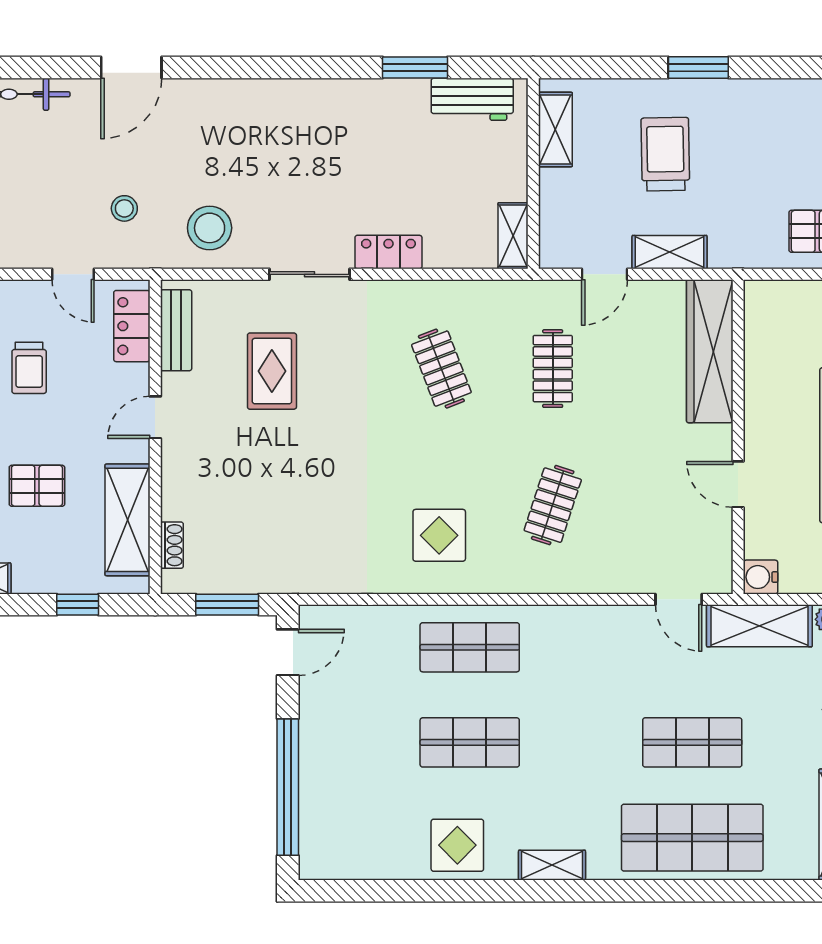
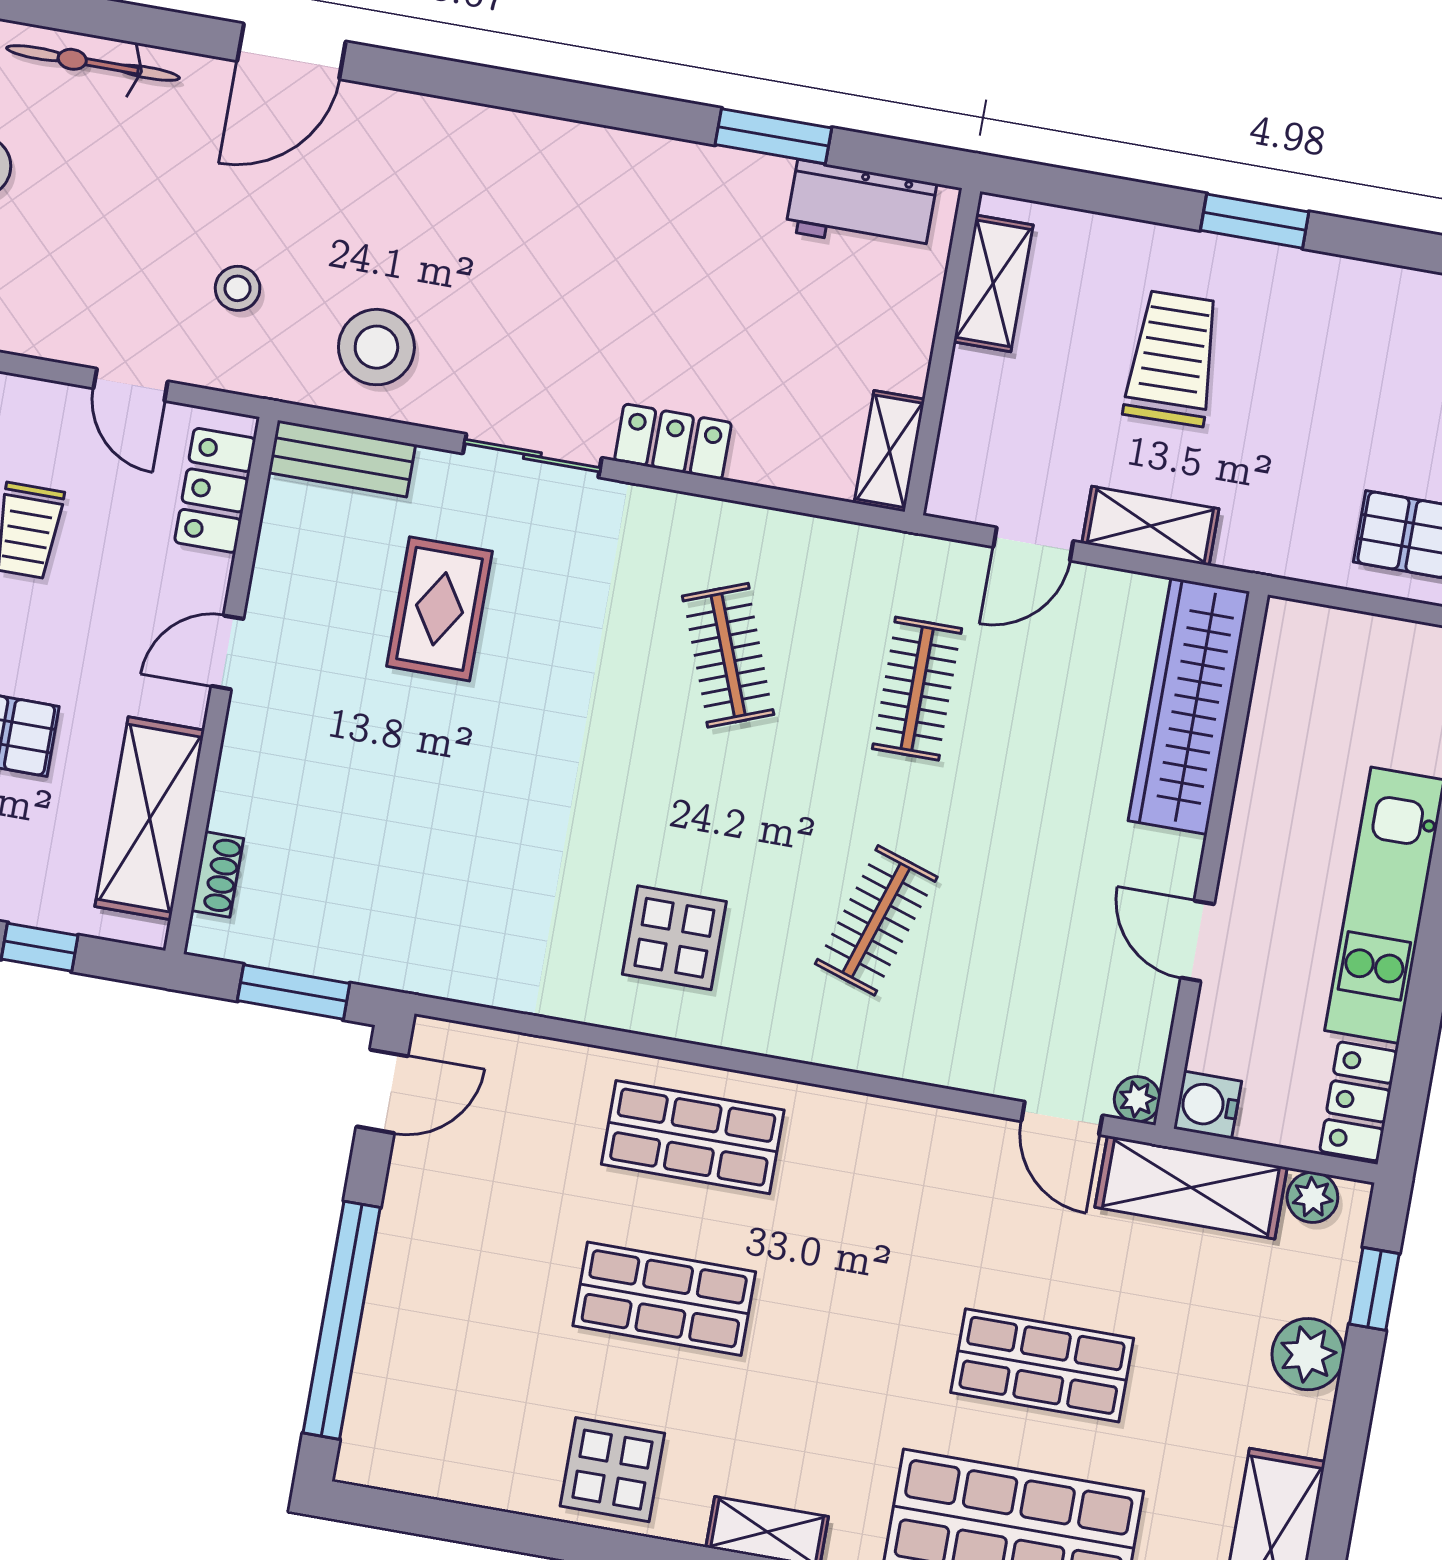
bench: (176, 330) -> (342, 459), moved, turned 90
plant: (720, 581) -> (1137, 1099), added

